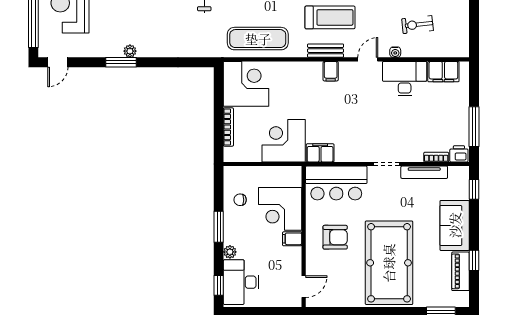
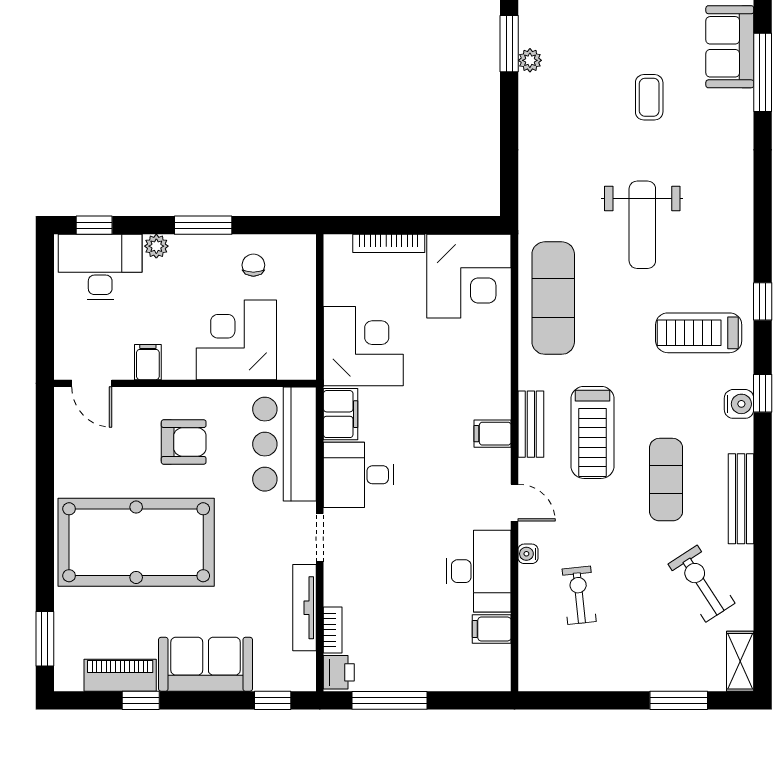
filing cabinet: (443, 72) -> (492, 629), width x0.50
desk: (353, 143) -> (359, 475), added
armchair: (335, 237) -> (184, 442), turned -90
filing cabinet: (292, 239) -> (148, 362), moved

